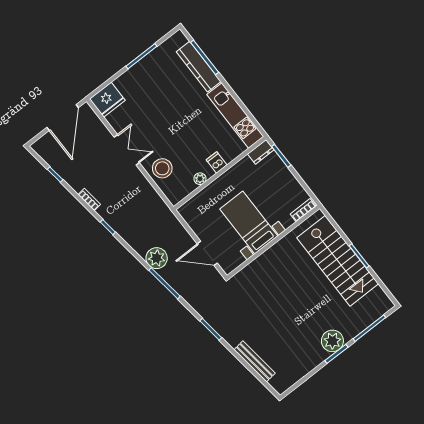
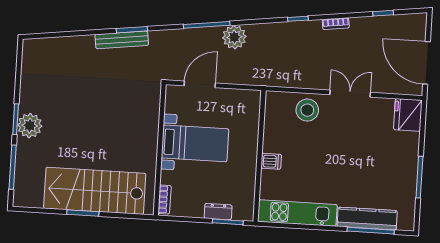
double door: (127, 150) -> (350, 94), swing flipped
dresser: (261, 152) -> (218, 212), moved, turned 90
plant: (200, 179) -> (270, 135), removed
bench: (255, 361) -> (122, 40), moved

